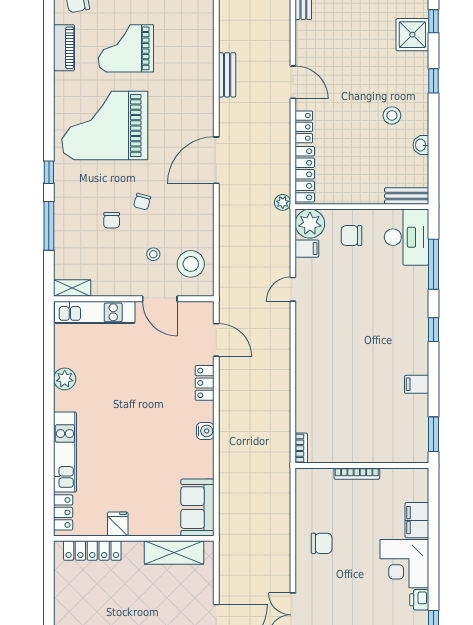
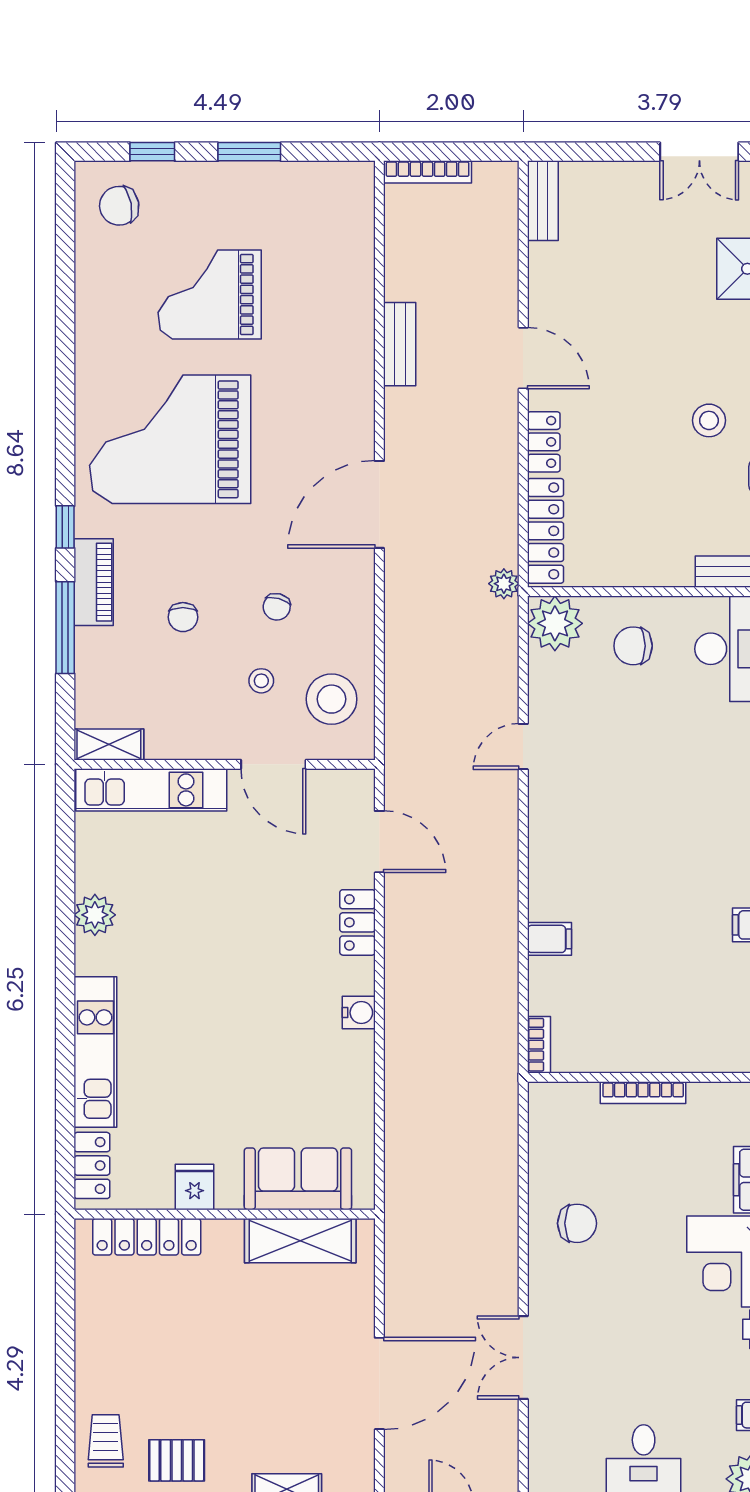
piano: (64, 48) -> (94, 582), moved
chair: (142, 202) -> (277, 607), moved
filing cabinet: (307, 249) -> (550, 939), moved
sofa: (197, 508) -> (298, 1179), moved, turned 90

